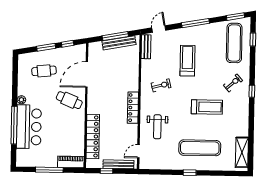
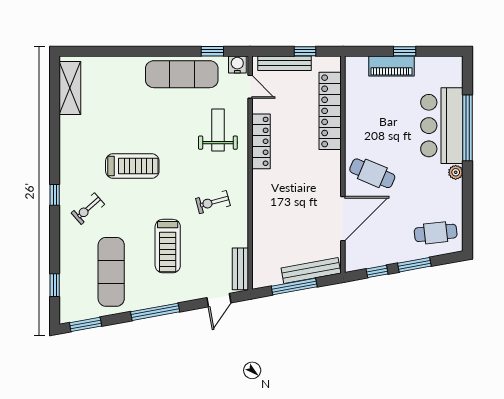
bench: (119, 43) -> (311, 271), moved
exercise mat: (234, 43) -> (111, 272), moved
cafe table: (44, 71) -> (436, 233), moved
treadmill: (207, 107) -> (132, 166), turned 180
locker: (133, 108) -> (261, 141), moved
exercise mat: (200, 148) -> (182, 74), moved
door: (138, 151) -> (250, 87), hinge flipped
piano: (71, 162) -> (391, 66), moved
water cooler: (146, 164) -> (237, 64), added
window: (49, 170) -> (405, 51), width x0.46
window: (190, 173) -> (212, 51), moved

